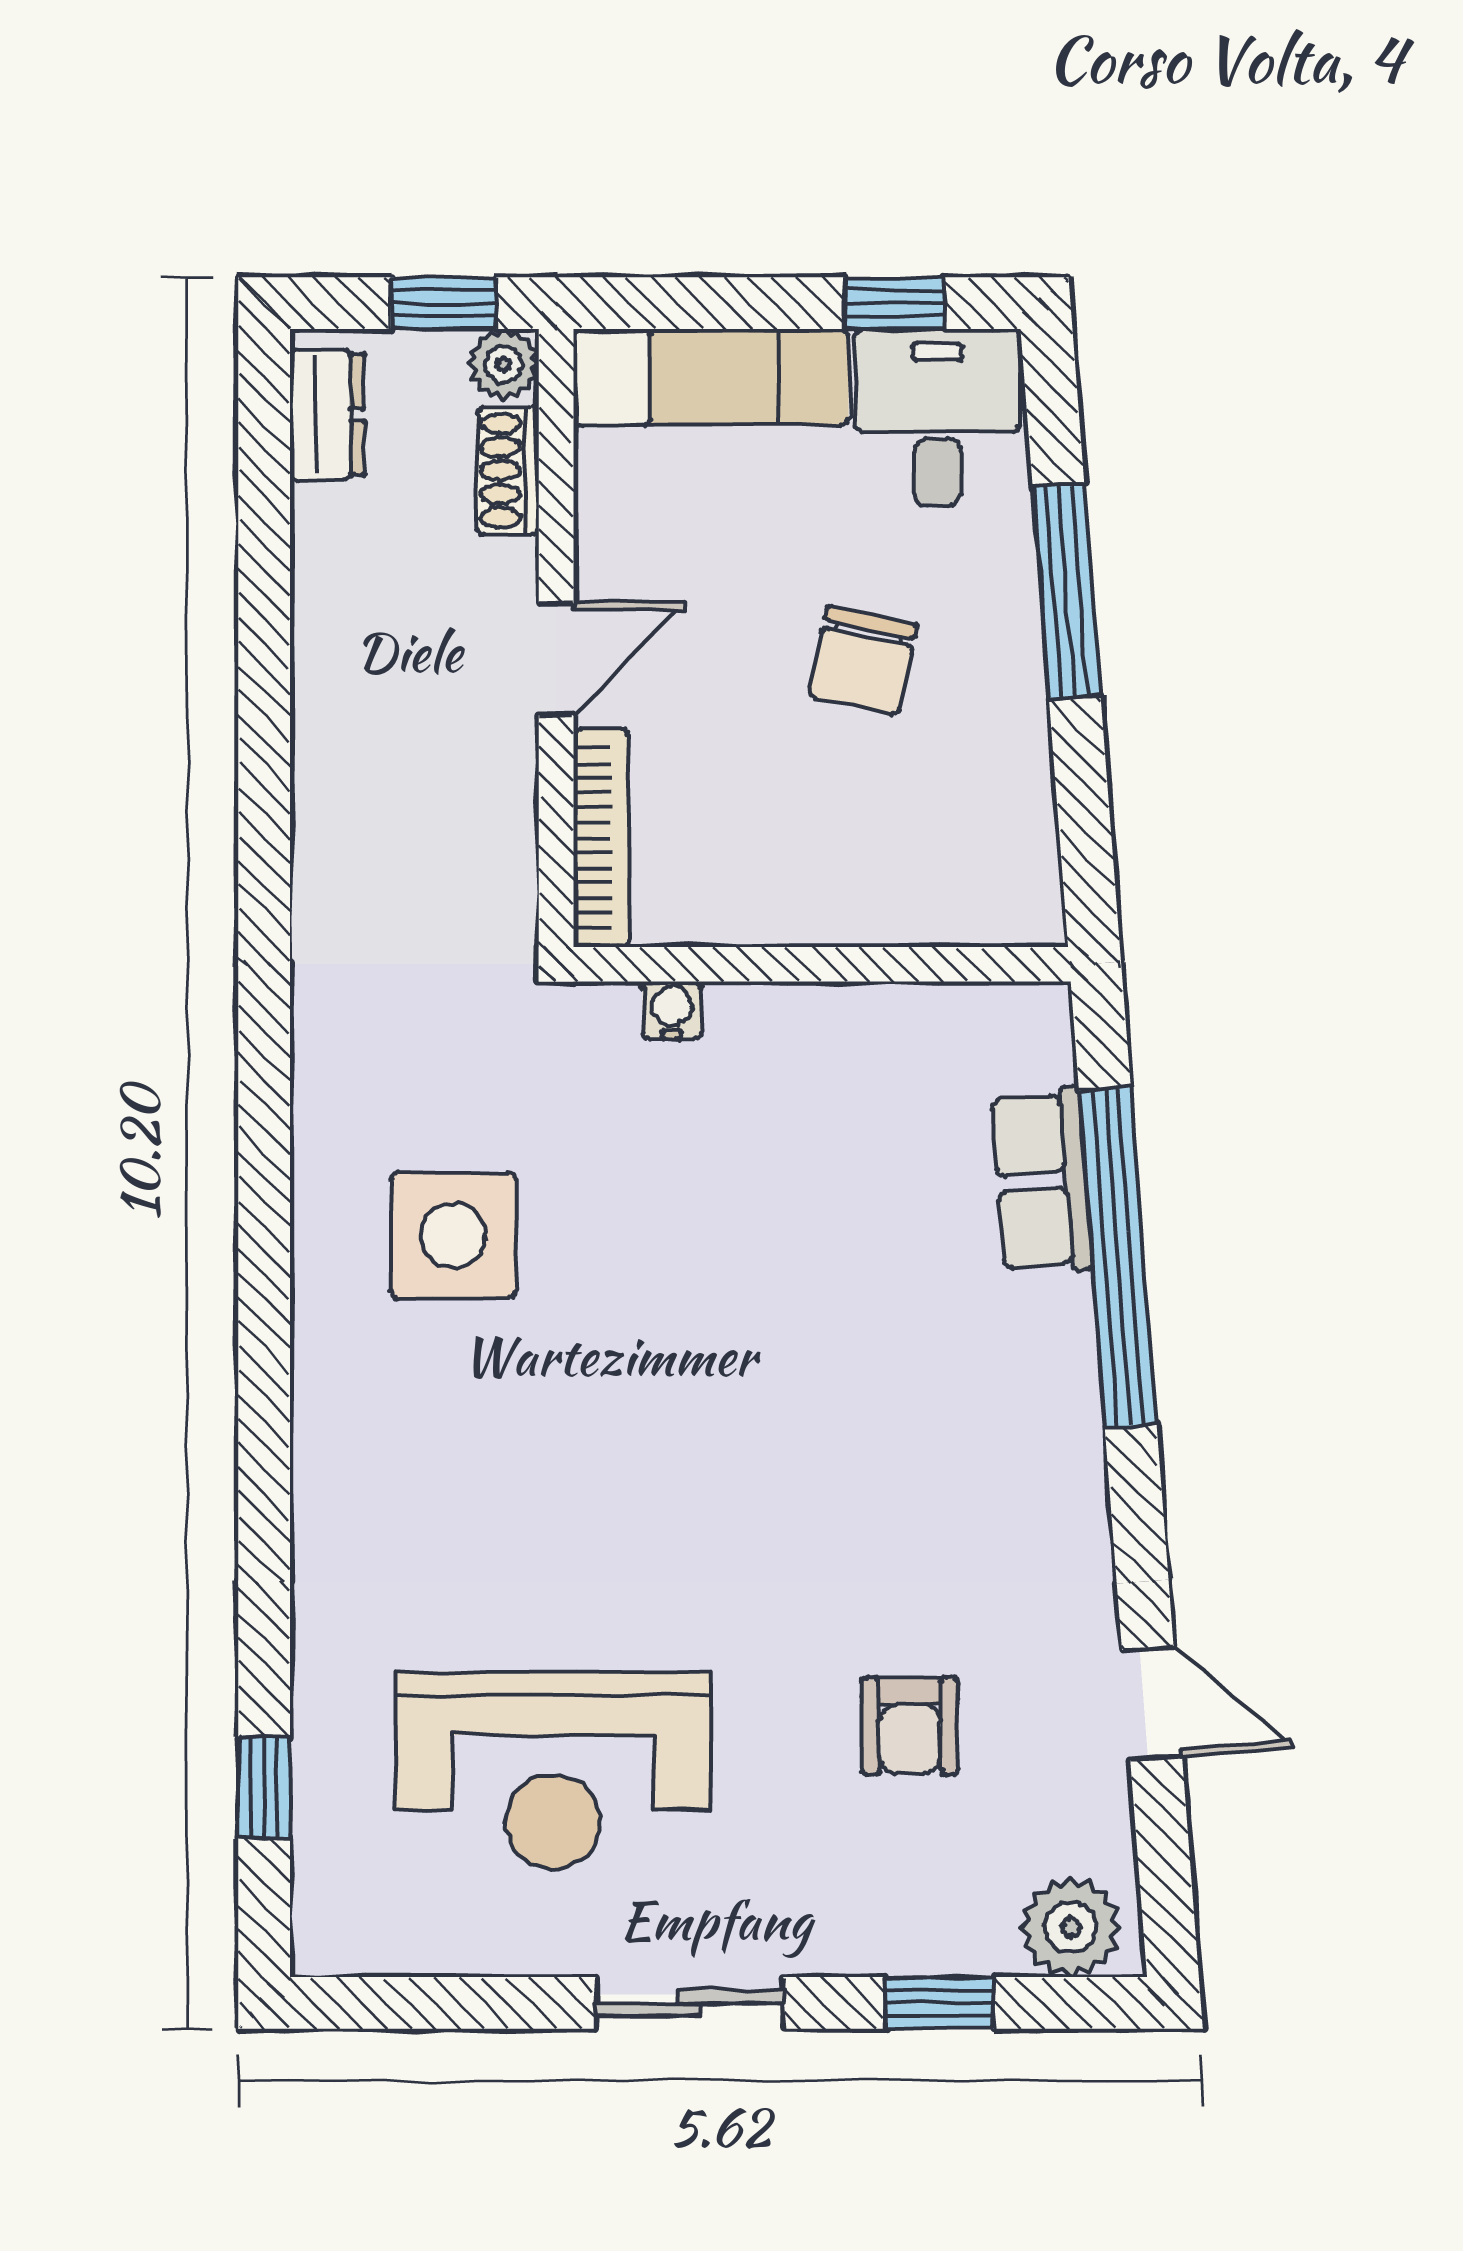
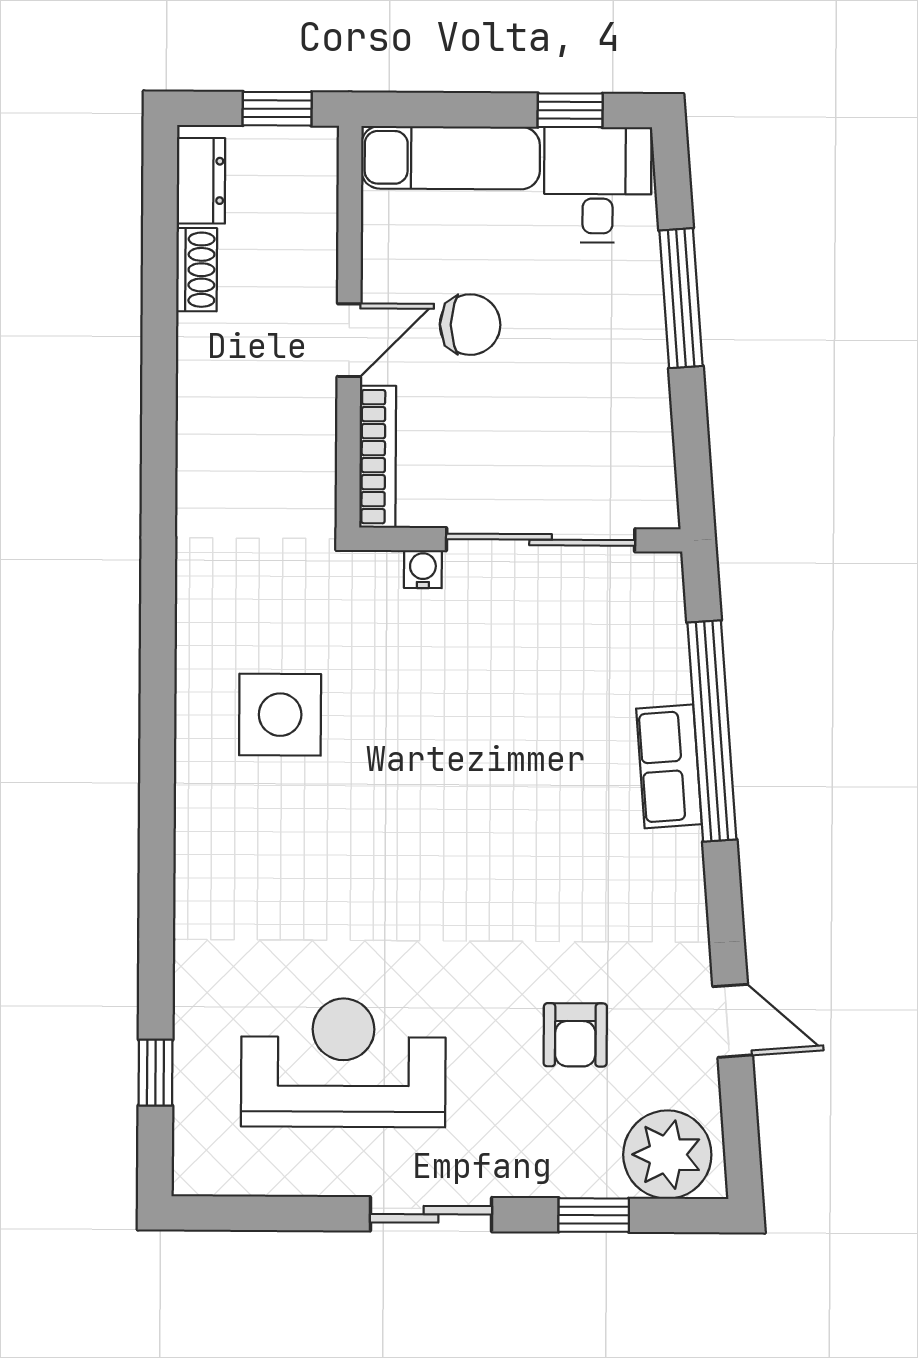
plant: (504, 364) -> (316, 149), removed
shoe rack: (508, 471) -> (197, 270), moved, turned 180
chair: (863, 660) -> (470, 325), moved, turned -102
sliding door: (853, 964) -> (541, 540), added
row of seats: (1042, 1181) -> (669, 766), moved
reception desk: (553, 1771) -> (343, 1063), turned 180
plant: (1071, 1927) -> (667, 1155), width x1.36, depth x1.36

